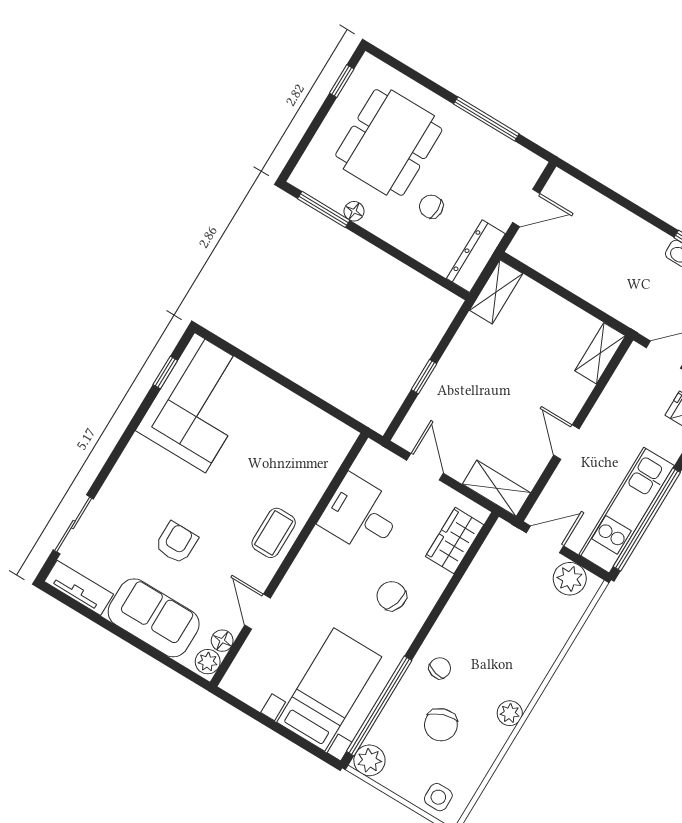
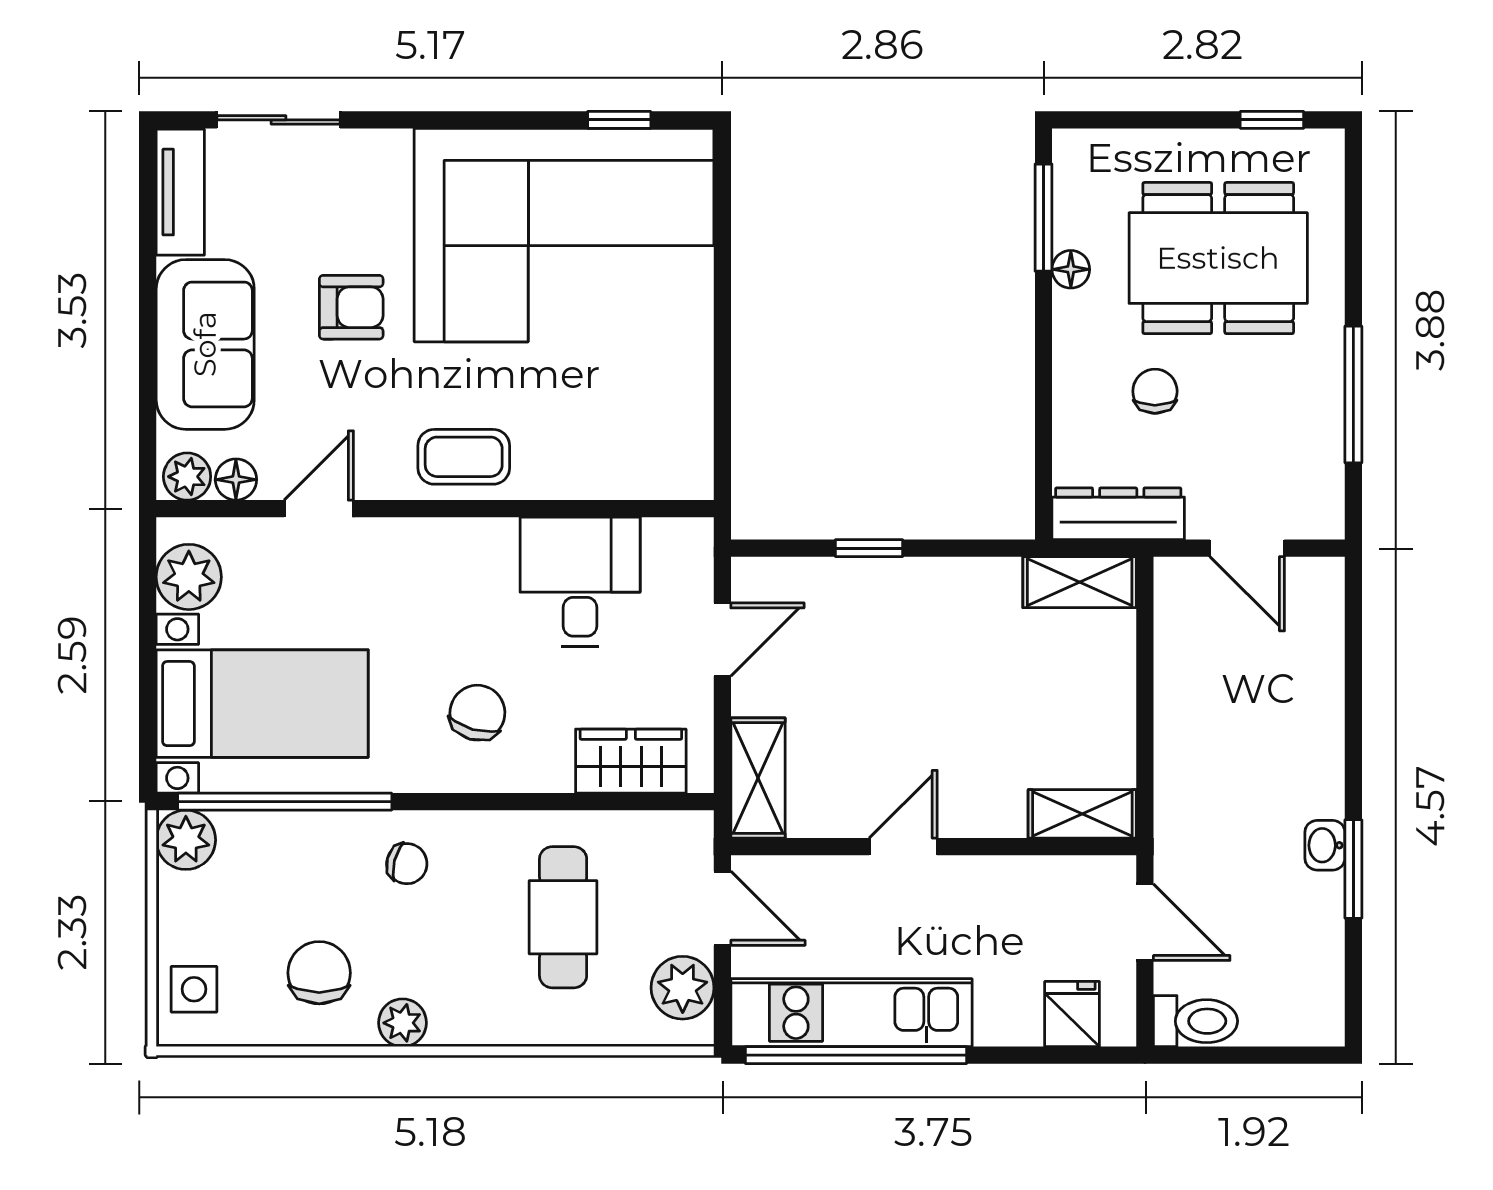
corner sofa: (200, 403) -> (564, 235), width x1.36, depth x1.36
cafe table: (506, 613) -> (563, 917), added
plant: (253, 688) -> (189, 577), added
chair: (441, 725) -> (319, 973), moved, turned 109

